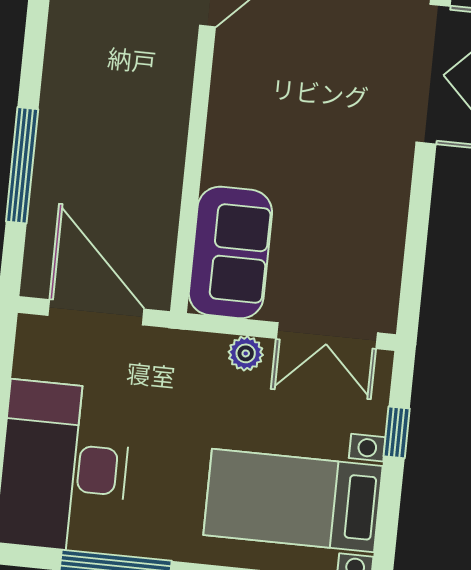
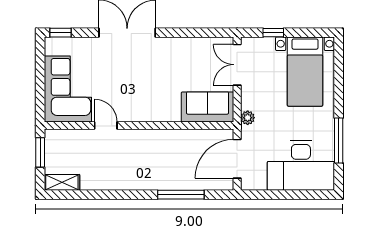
double door: (327, 336) -> (237, 65), swing flipped
plant: (246, 353) -> (248, 118), moved

